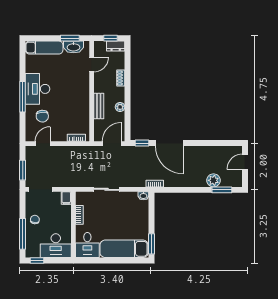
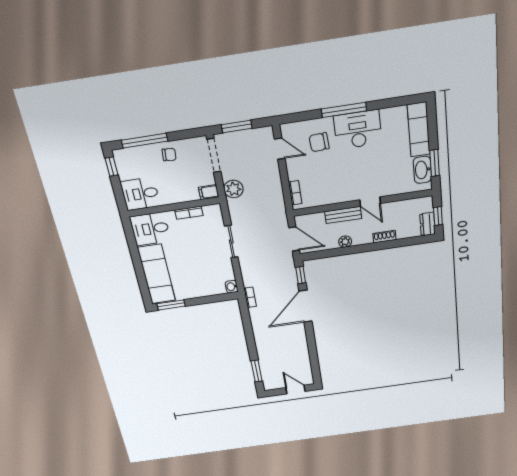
door: (92, 64) -> (370, 202), moved
plant: (214, 180) -> (233, 189), moved
desk: (56, 246) -> (140, 194), width x0.73

